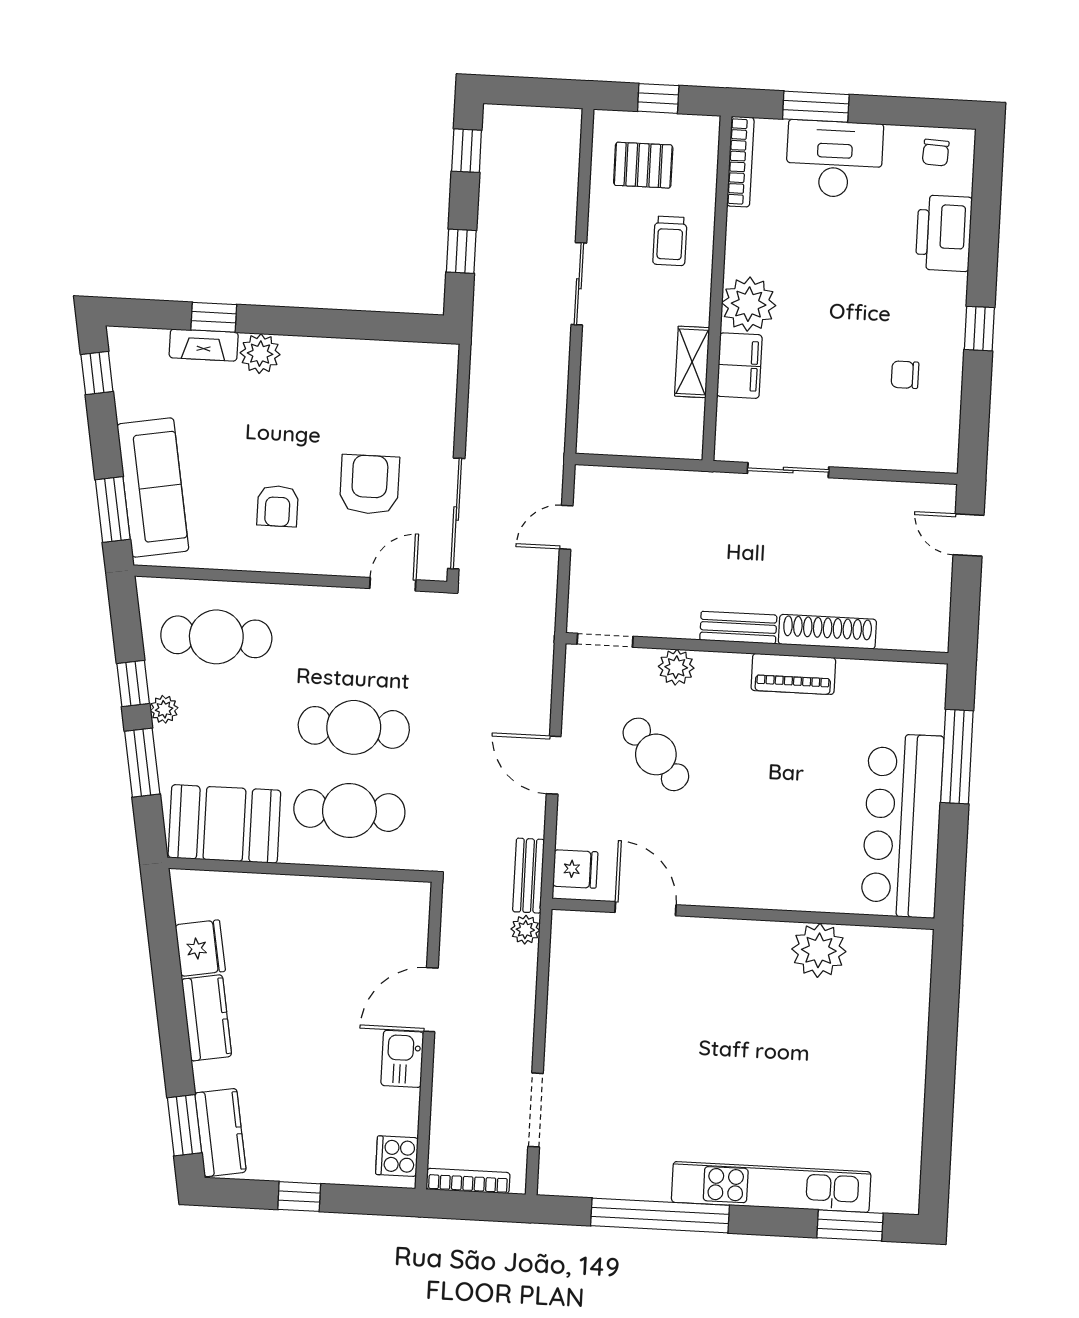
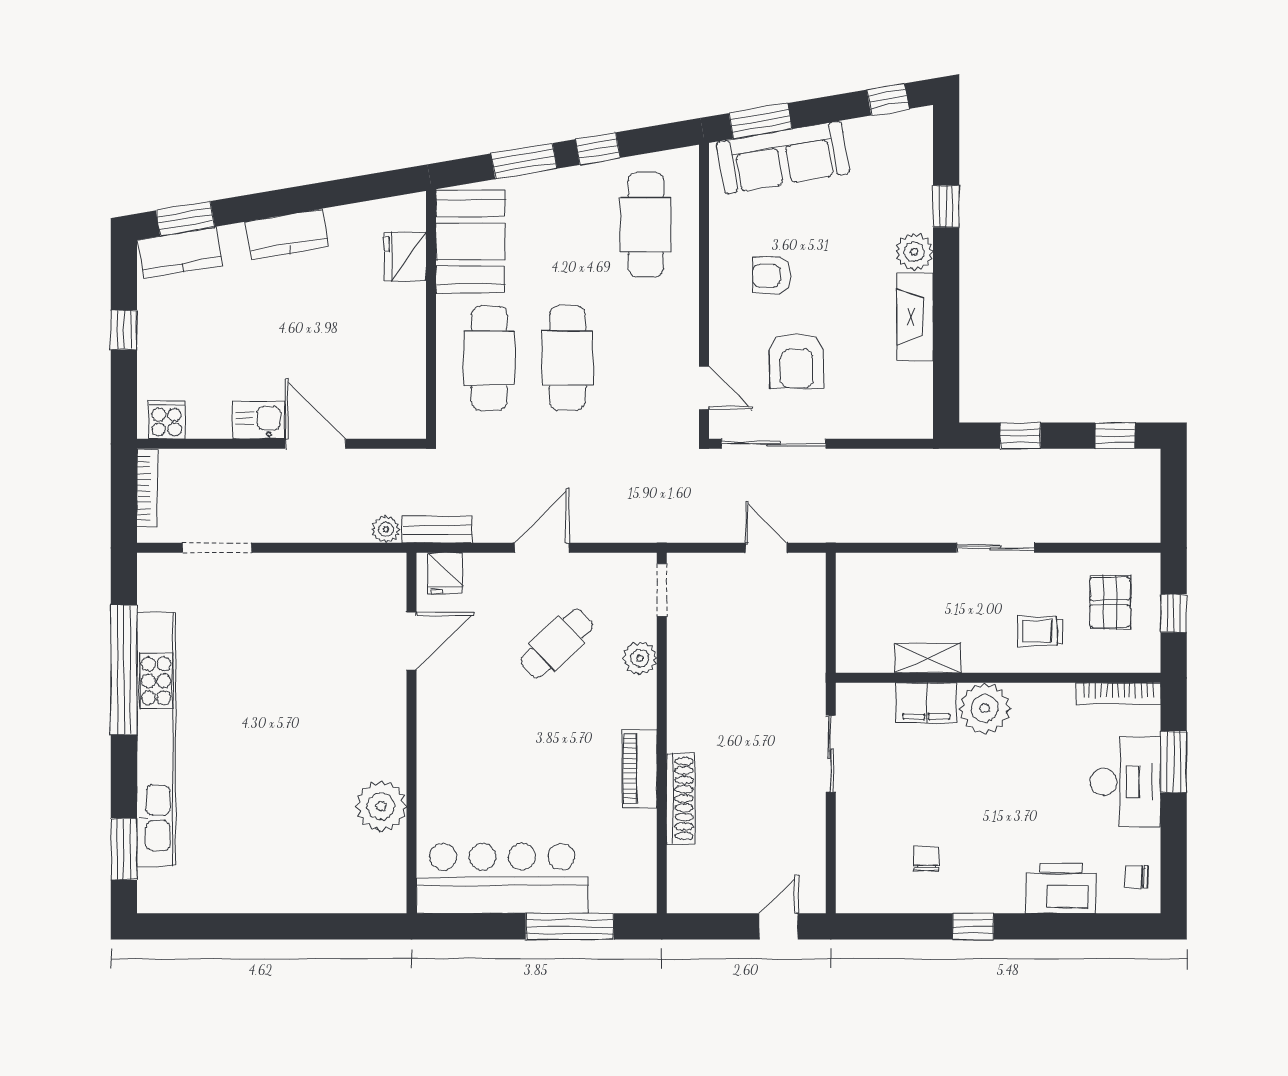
fireplace: (204, 345) -> (915, 317), moved, width x1.37, depth x1.32
armchair: (370, 485) -> (797, 361), turned 89
bench: (738, 628) -> (680, 715), removed
plant: (164, 709) -> (575, 179), removed
fridge: (200, 948) -> (405, 257), moved, turned 100
kitchen unit: (771, 1187) -> (156, 739), width x1.36

